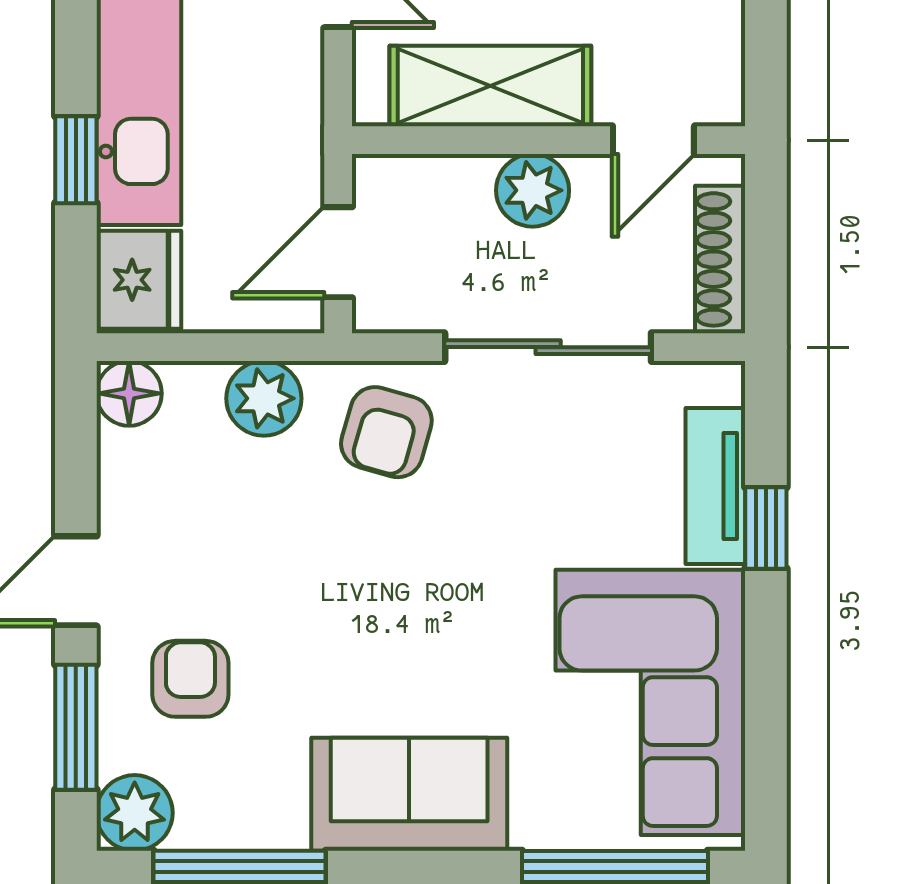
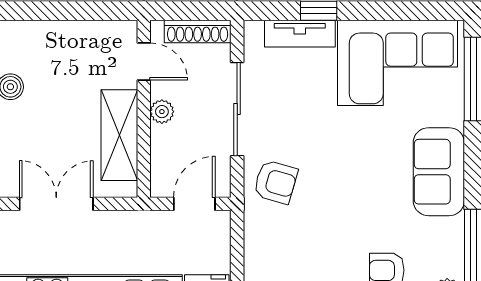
plant: (533, 190) -> (162, 112), width x0.73, depth x0.73
door: (338, 252) -> (194, 204), swing flipped
plant: (264, 398) -> (260, 237), removed

